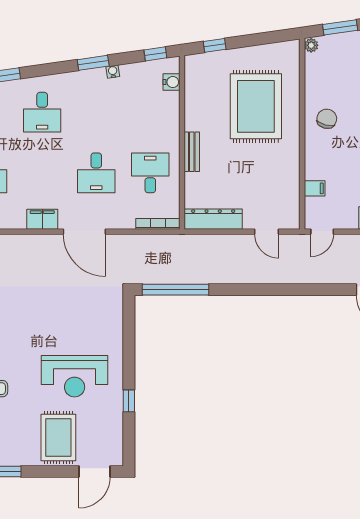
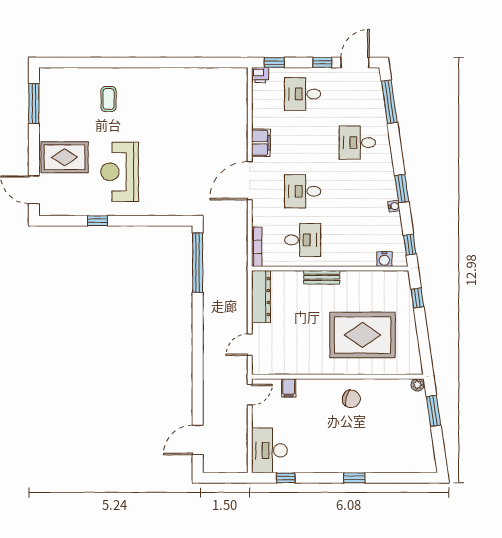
door: (322, 232) -> (250, 395), swing flipped

